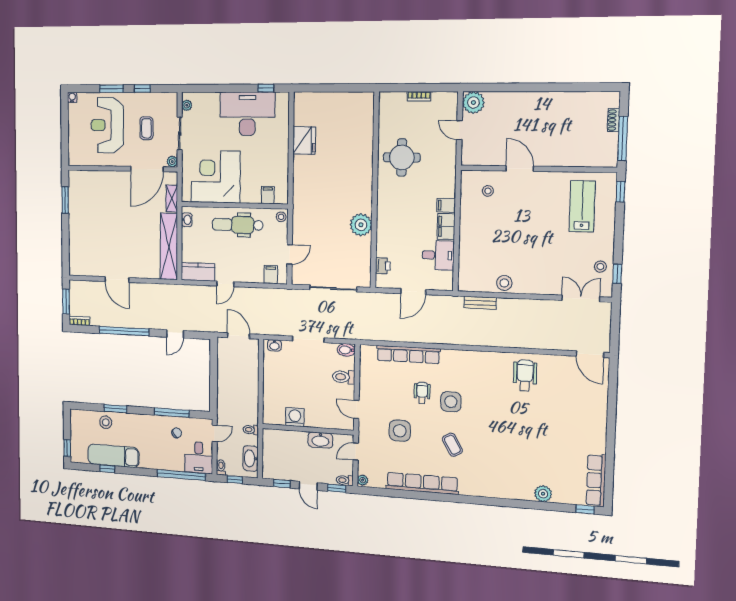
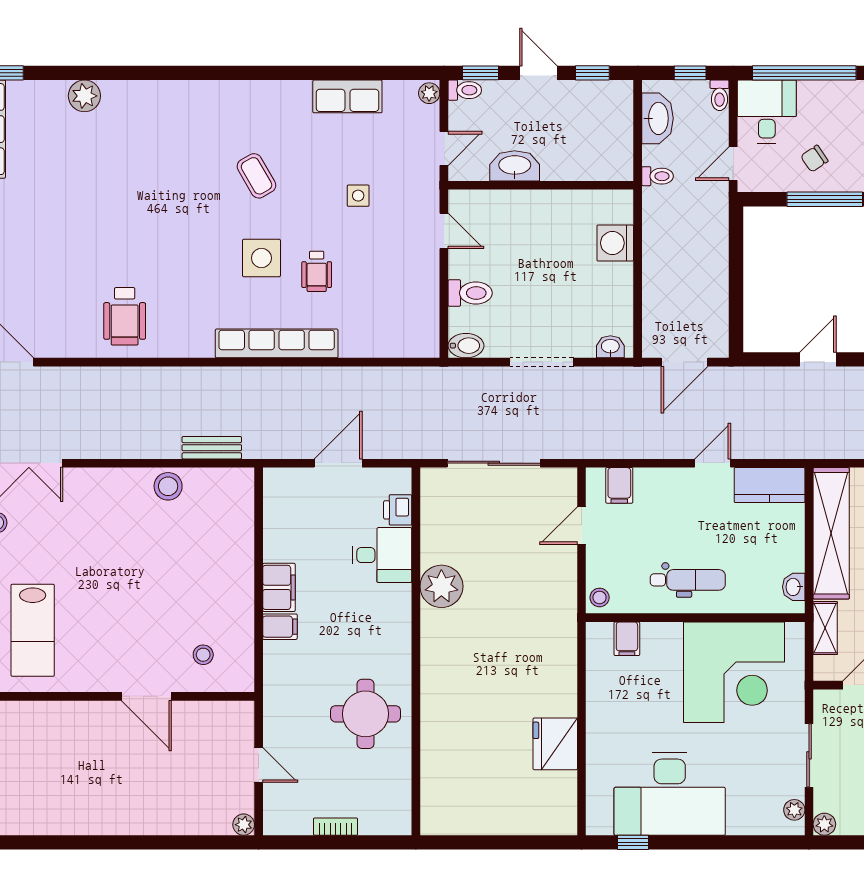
plant: (473, 103) -> (244, 825), width x0.53, depth x0.53
plant: (172, 162) -> (824, 824), moved
dental chair: (238, 225) -> (688, 580), width x0.73, depth x0.72
desk: (438, 255) -> (382, 555), moved, turned 180
door: (238, 336) -> (685, 362), hinge flipped
row of seats: (408, 354) -> (277, 343), moved
washing machine: (295, 417) -> (615, 243), moved, turned 90
side table: (400, 431) -> (358, 196), width x0.54, depth x0.54
row of seats: (422, 483) -> (347, 96), width x0.50

